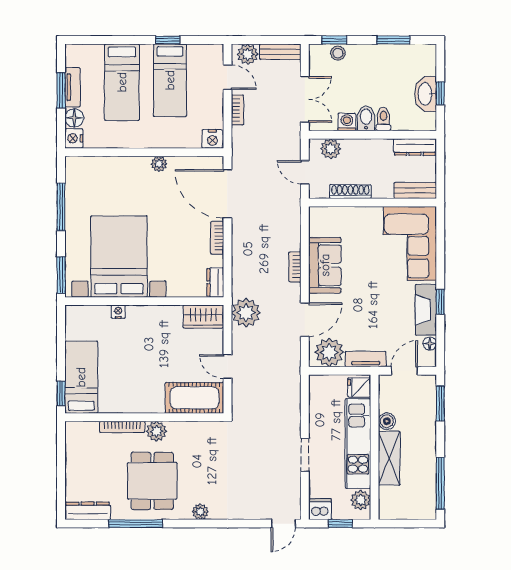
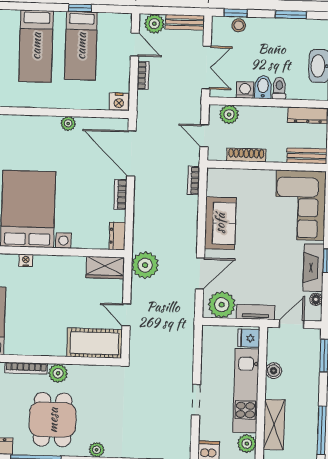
bookcase: (295, 267) -> (194, 180), moved
shelving: (389, 458) -> (274, 425), moved

